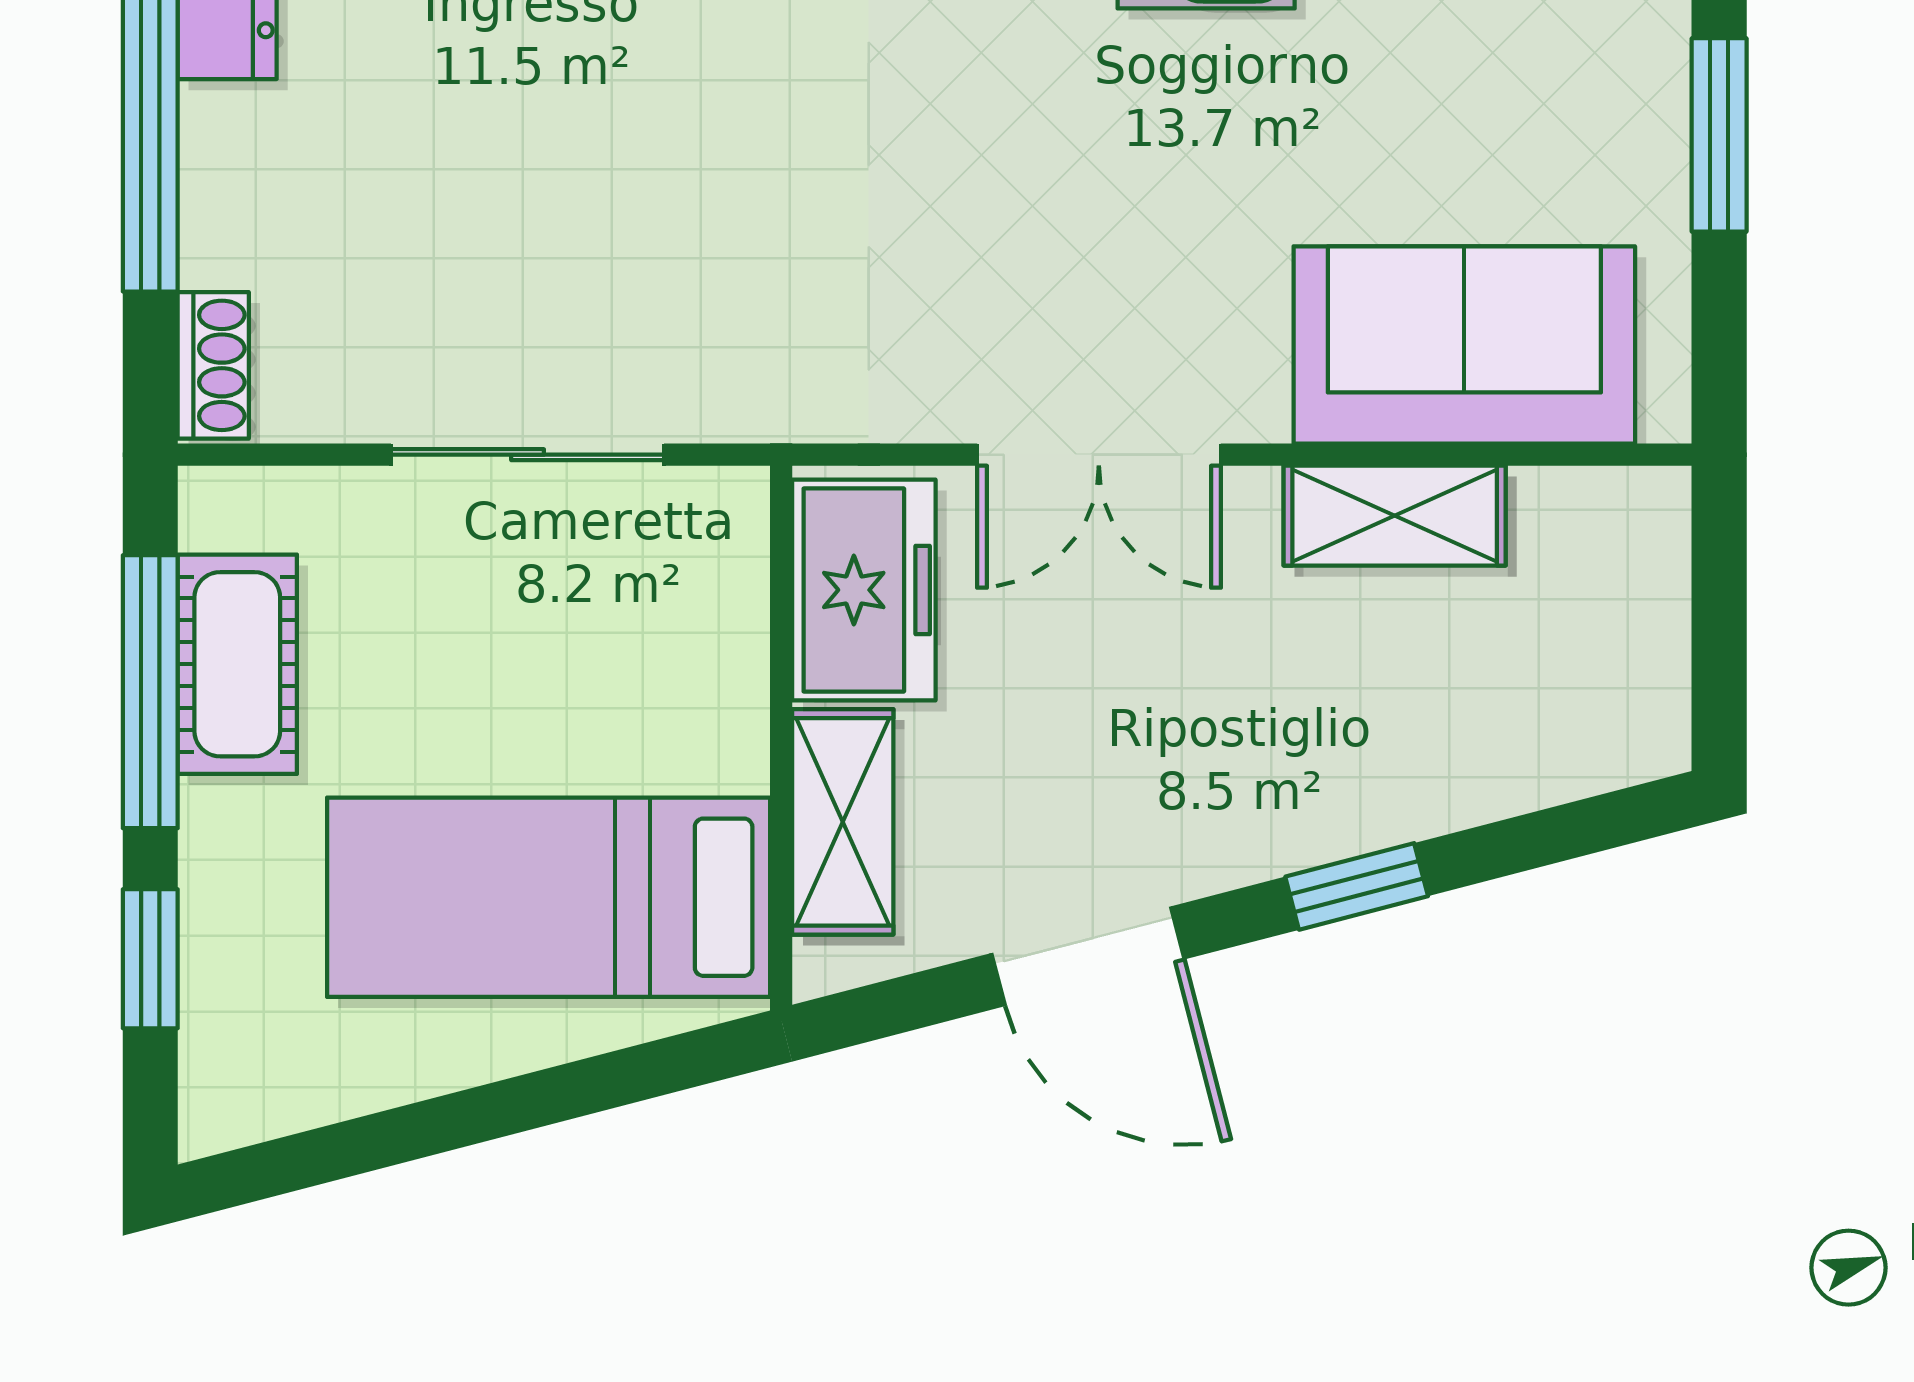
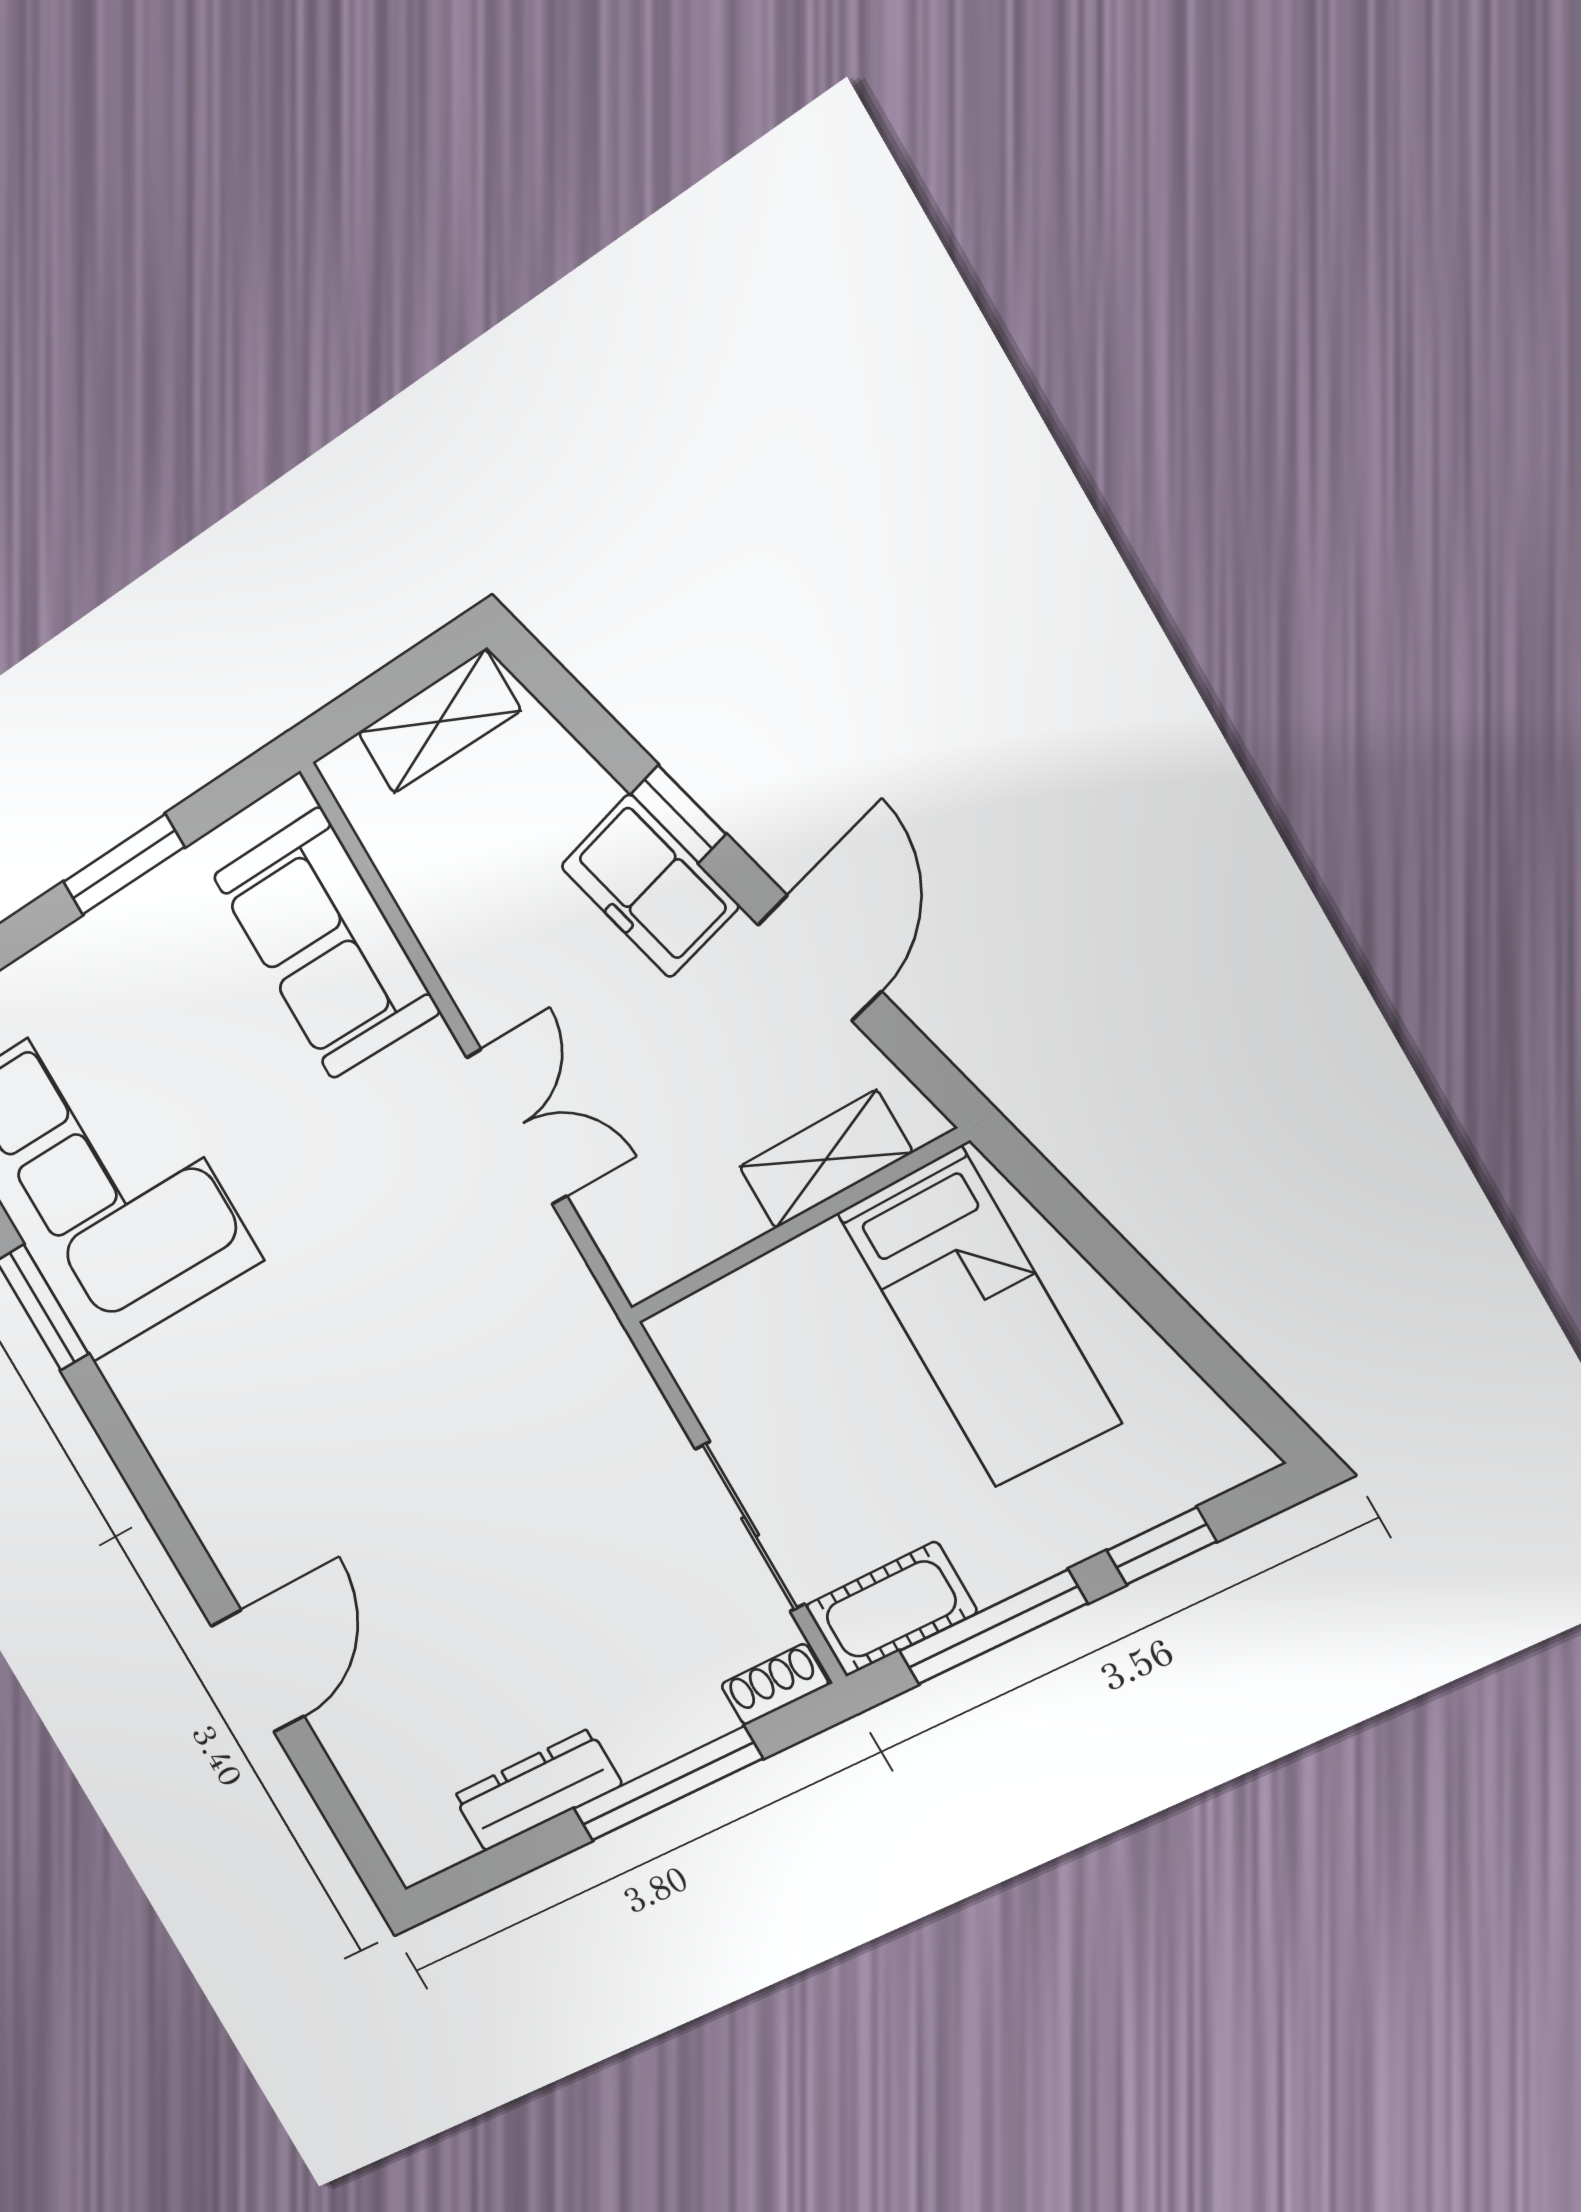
sliding door: (528, 455) -> (750, 1527), moved
shelving: (1395, 516) -> (439, 722), moved, turned 90
freezer: (864, 590) -> (650, 886), moved, turned -105
cot: (237, 664) -> (891, 1609), moved

